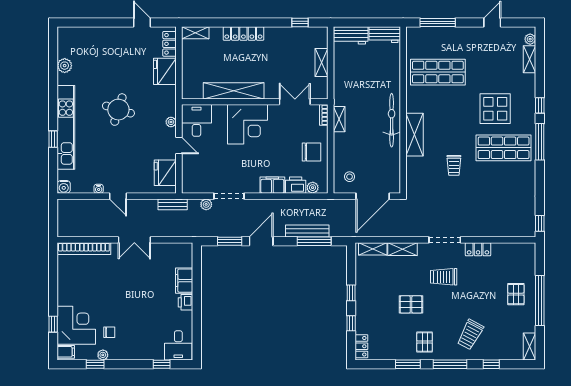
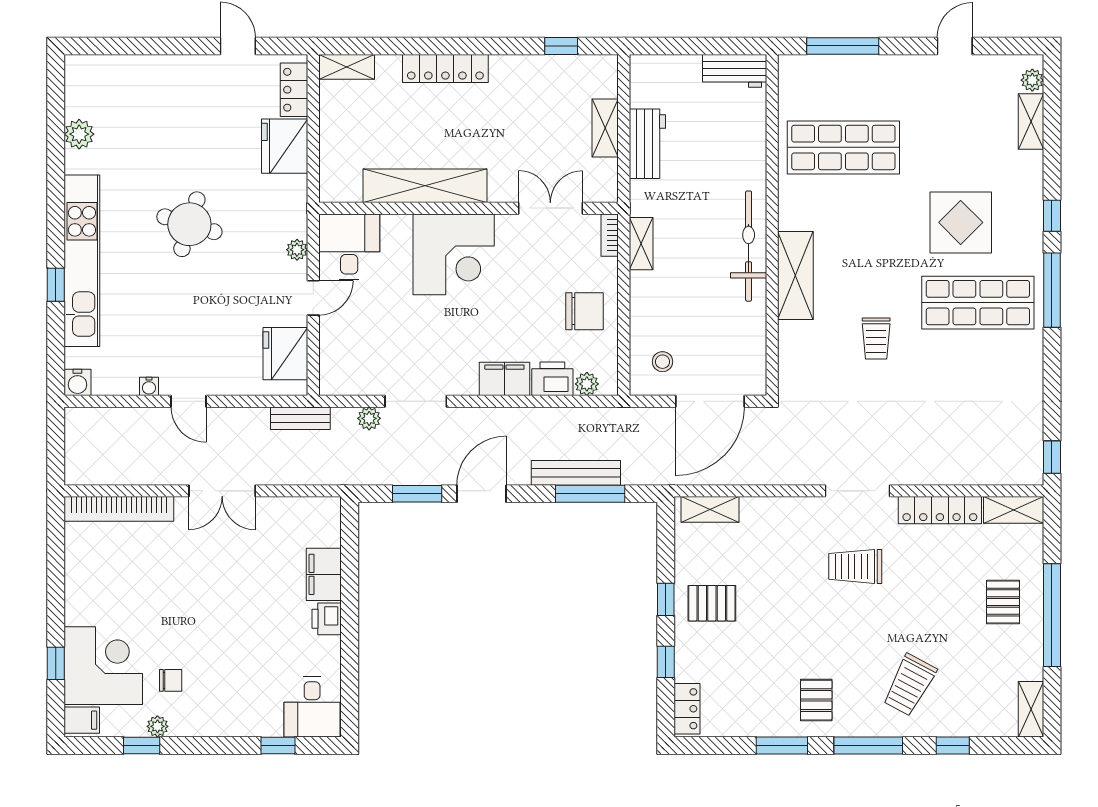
workbench: (351, 35) -> (647, 144), moved, turned -90
door: (179, 145) -> (313, 298), hinge flipped
shelving: (403, 249) -> (1014, 510), moved
locker: (478, 249) -> (940, 510), width x1.53
pallet: (411, 304) -> (712, 603), moved

